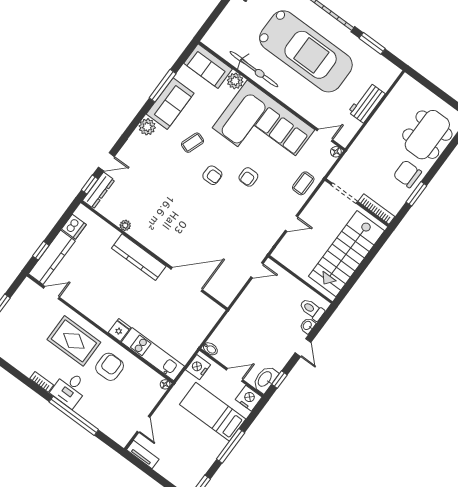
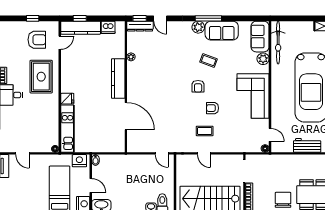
bicycle: (254, 69) -> (278, 43), moved
window: (163, 86) -> (208, 18), moved
corner sofa: (263, 129) -> (253, 96), width x0.73, depth x0.74
coffee table: (303, 183) -> (205, 131), moved
door: (51, 293) -> (60, 43), hinge flipped
armchair: (110, 367) -> (37, 40), moved
door: (143, 424) -> (22, 153), hinge flipped

